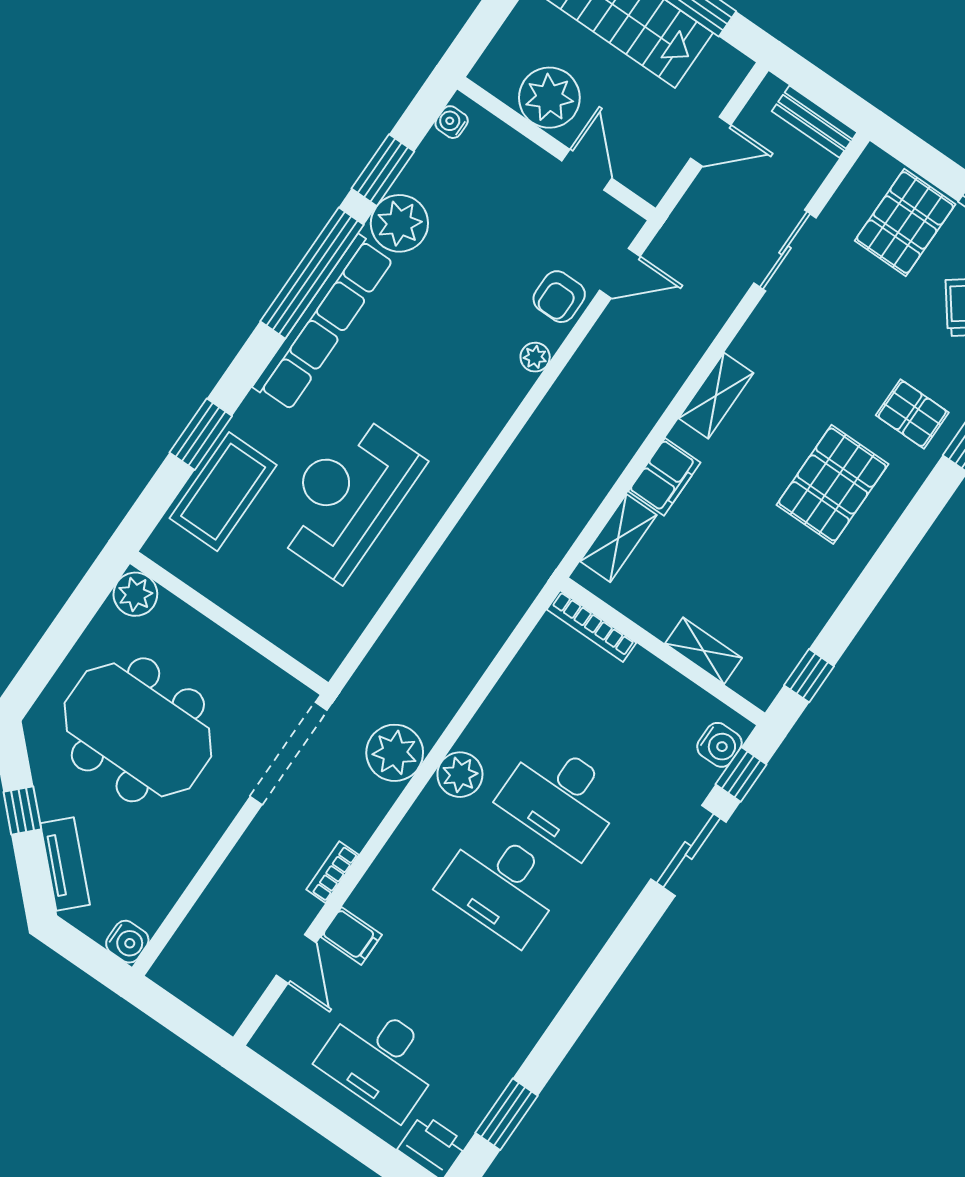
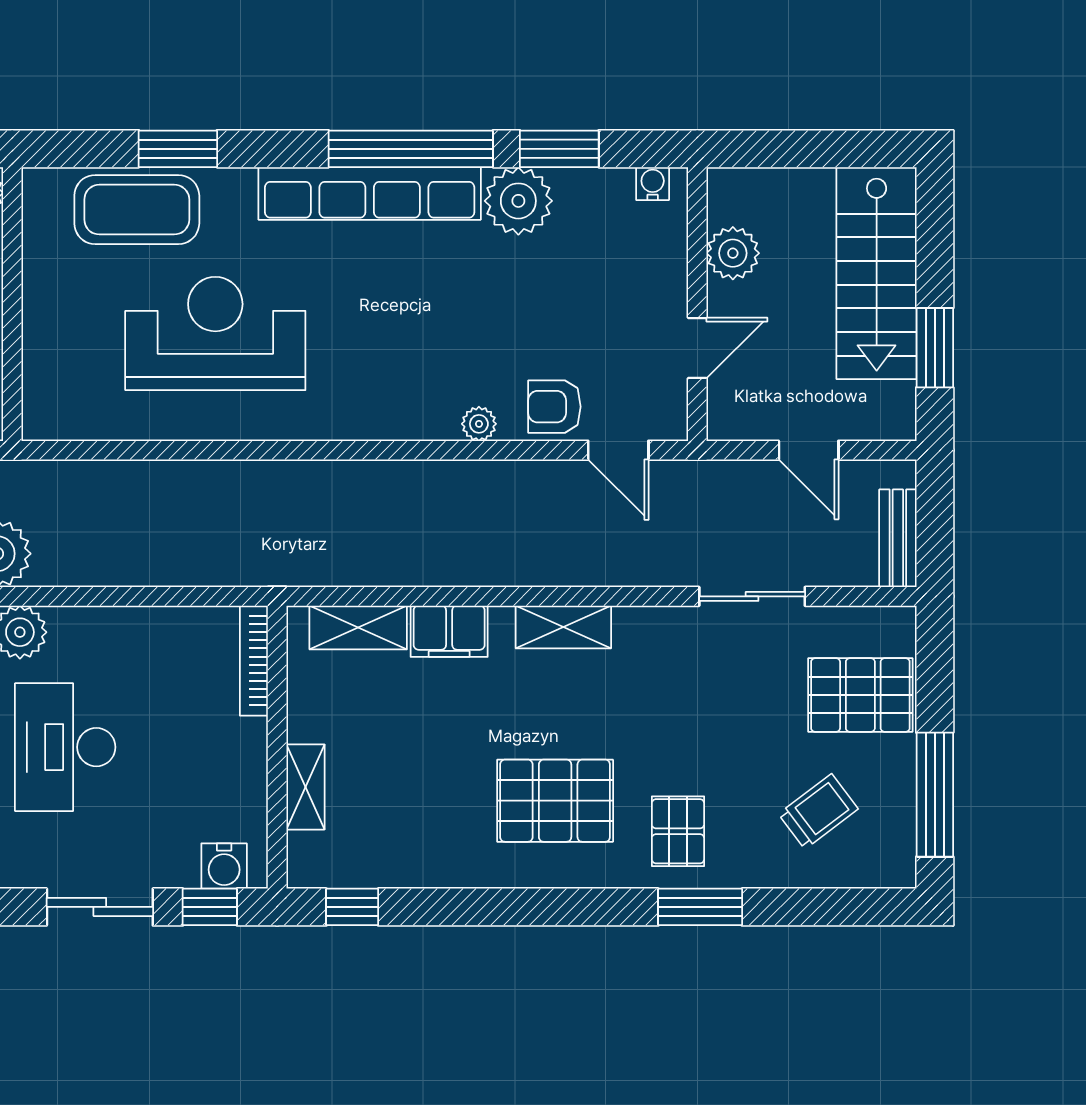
plant: (549, 98) -> (733, 253), width x0.73, depth x0.73

